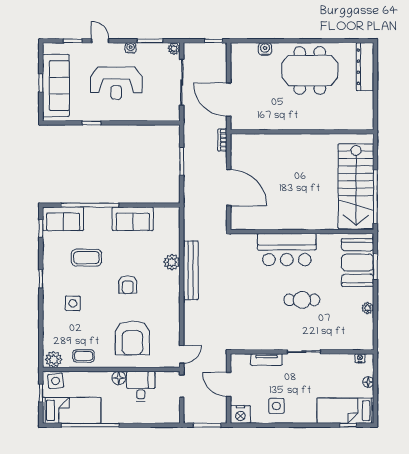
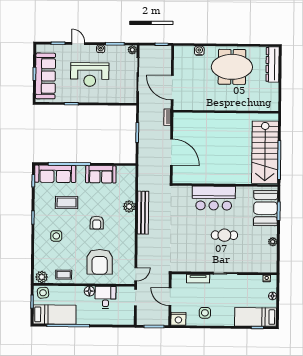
sofa: (63, 219) -> (55, 174), width x1.36

